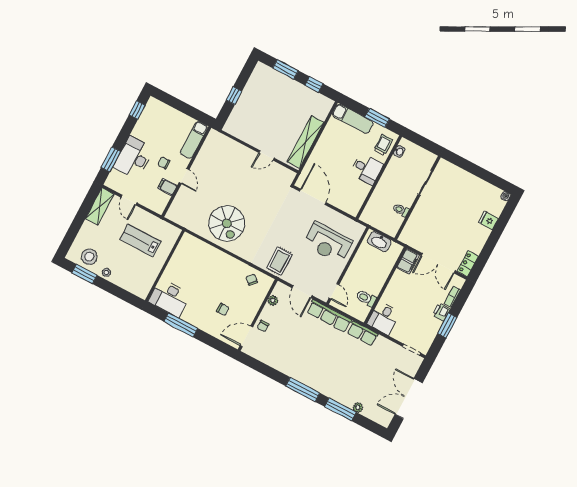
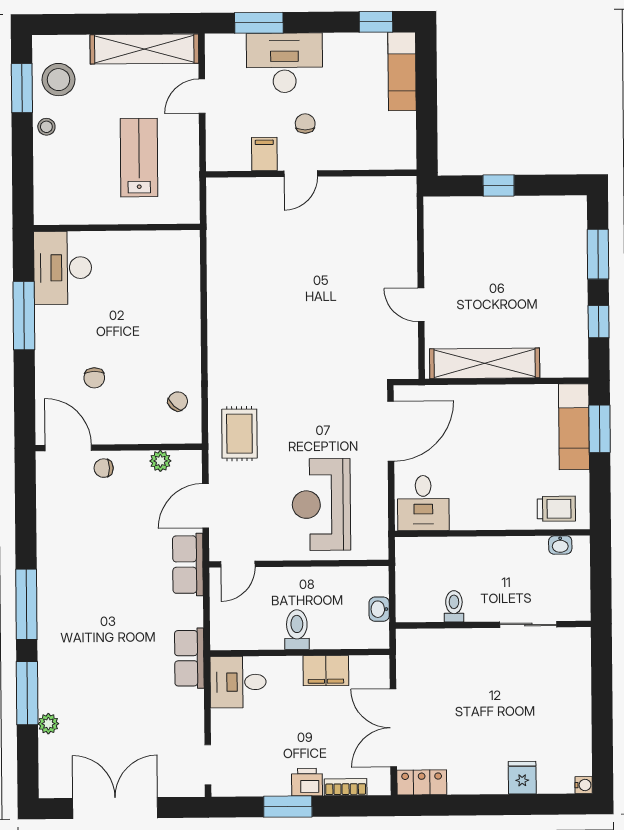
window: (377, 118) -> (600, 429), moved
exam couch: (194, 140) -> (402, 71), moved, turned -90
desk: (367, 169) -> (423, 503), moved
shelving: (100, 206) -> (144, 49), width x1.47
spiral stairs: (227, 223) -> (256, 299), removed
washbasin: (379, 242) -> (379, 609), width x0.52, depth x0.69
rug: (279, 261) -> (239, 434), turned 90
filing cabinet: (408, 261) -> (326, 671), moved
toilet: (366, 298) -> (297, 630), moved
row of seats: (329, 316) -> (188, 565), width x0.68

